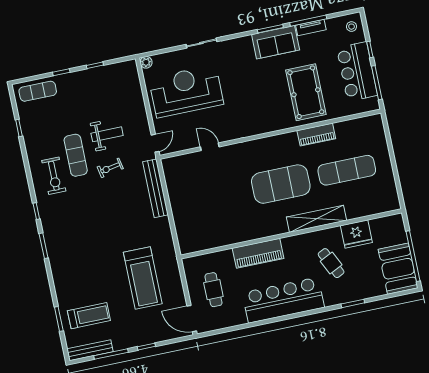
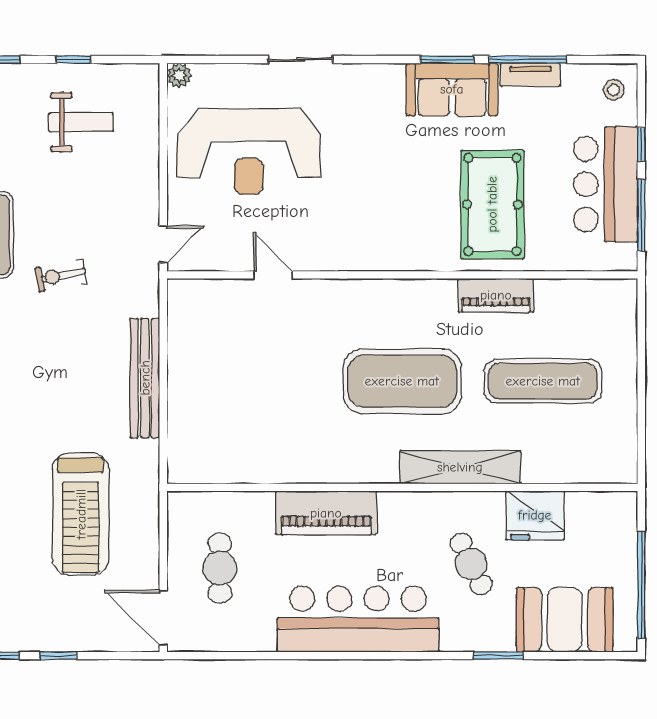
reception desk: (186, 91) -> (249, 152), turned 180
weight bench: (107, 134) -> (81, 122), moved
bench: (156, 188) -> (145, 378), moved
booth: (398, 269) -> (565, 620), moved, turned 90

